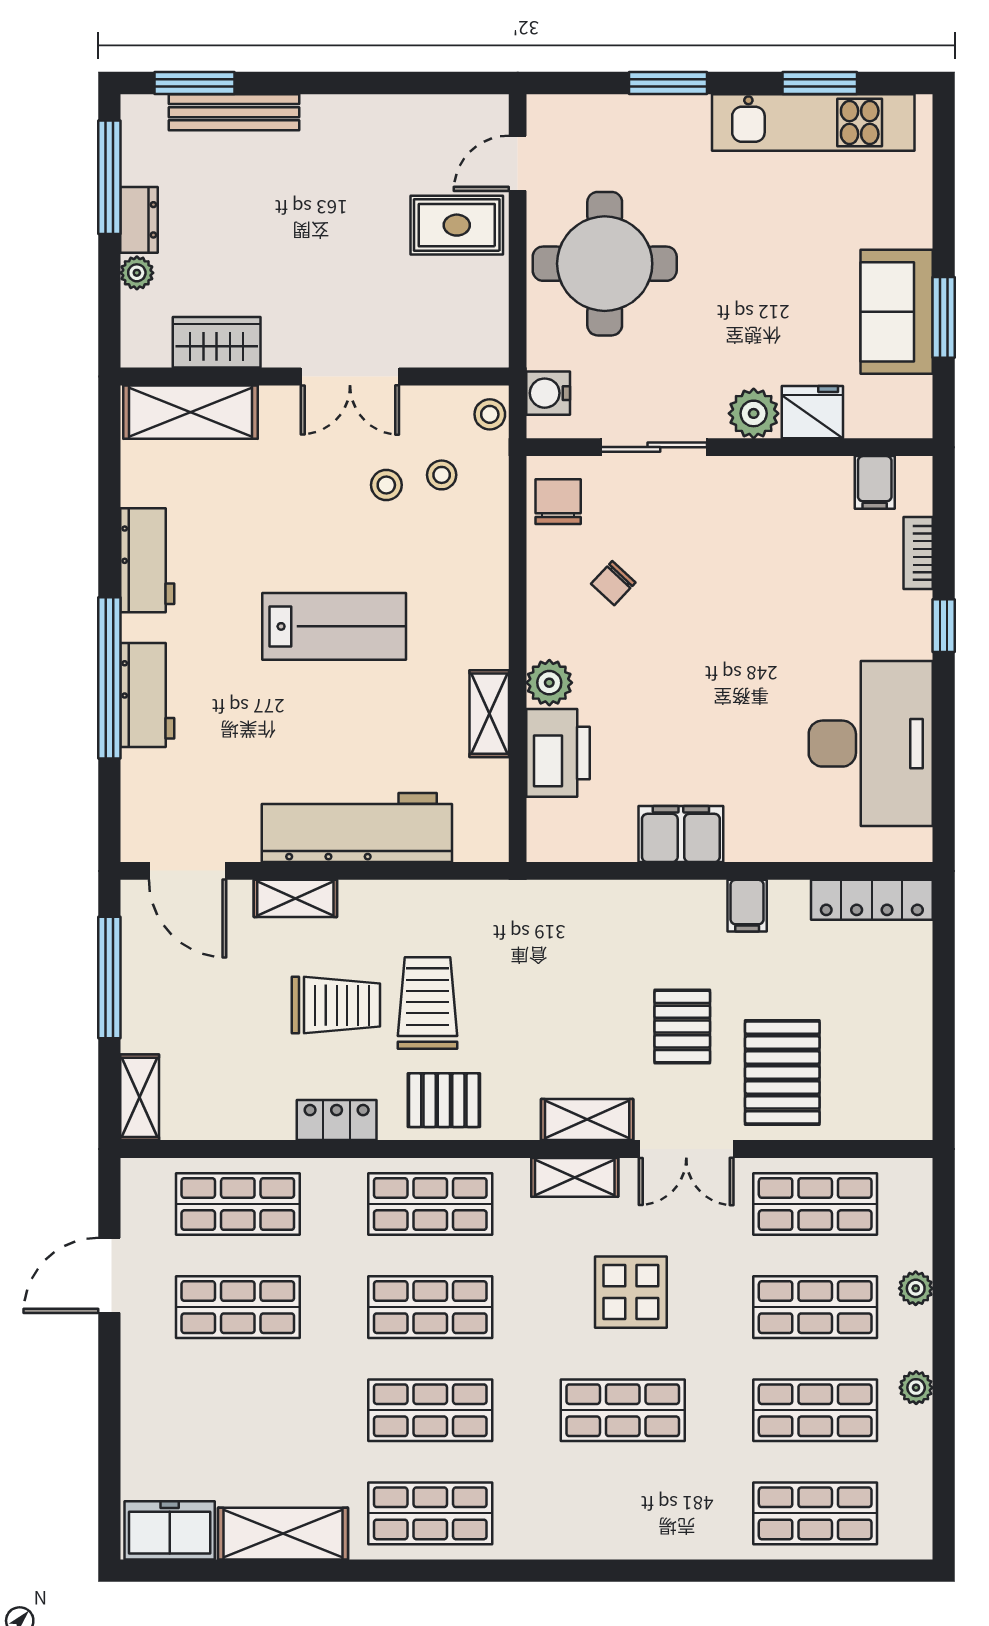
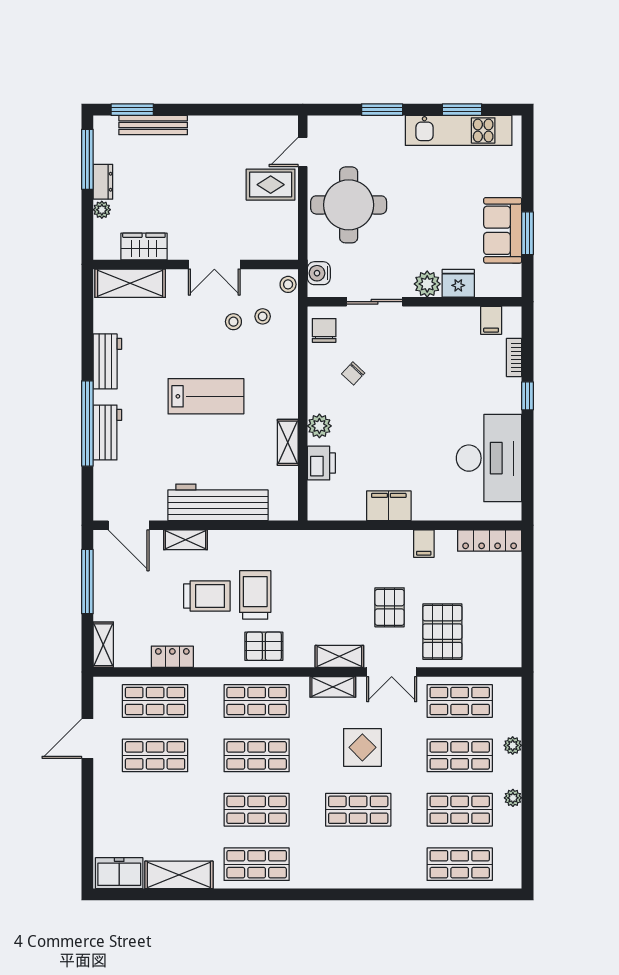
printer: (558, 753) -> (321, 463), width x0.73, depth x0.84
locker: (337, 1120) -> (172, 657), moved

